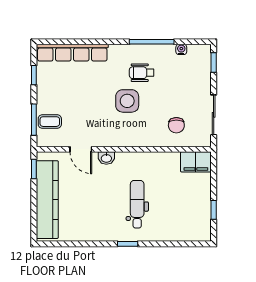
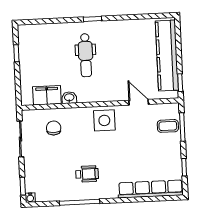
water cooler: (181, 49) -> (30, 198), moved
side table: (127, 101) -> (104, 120), moved
washbasin: (106, 158) -> (69, 98), moved
filing cabinet: (196, 162) -> (47, 95), moved

